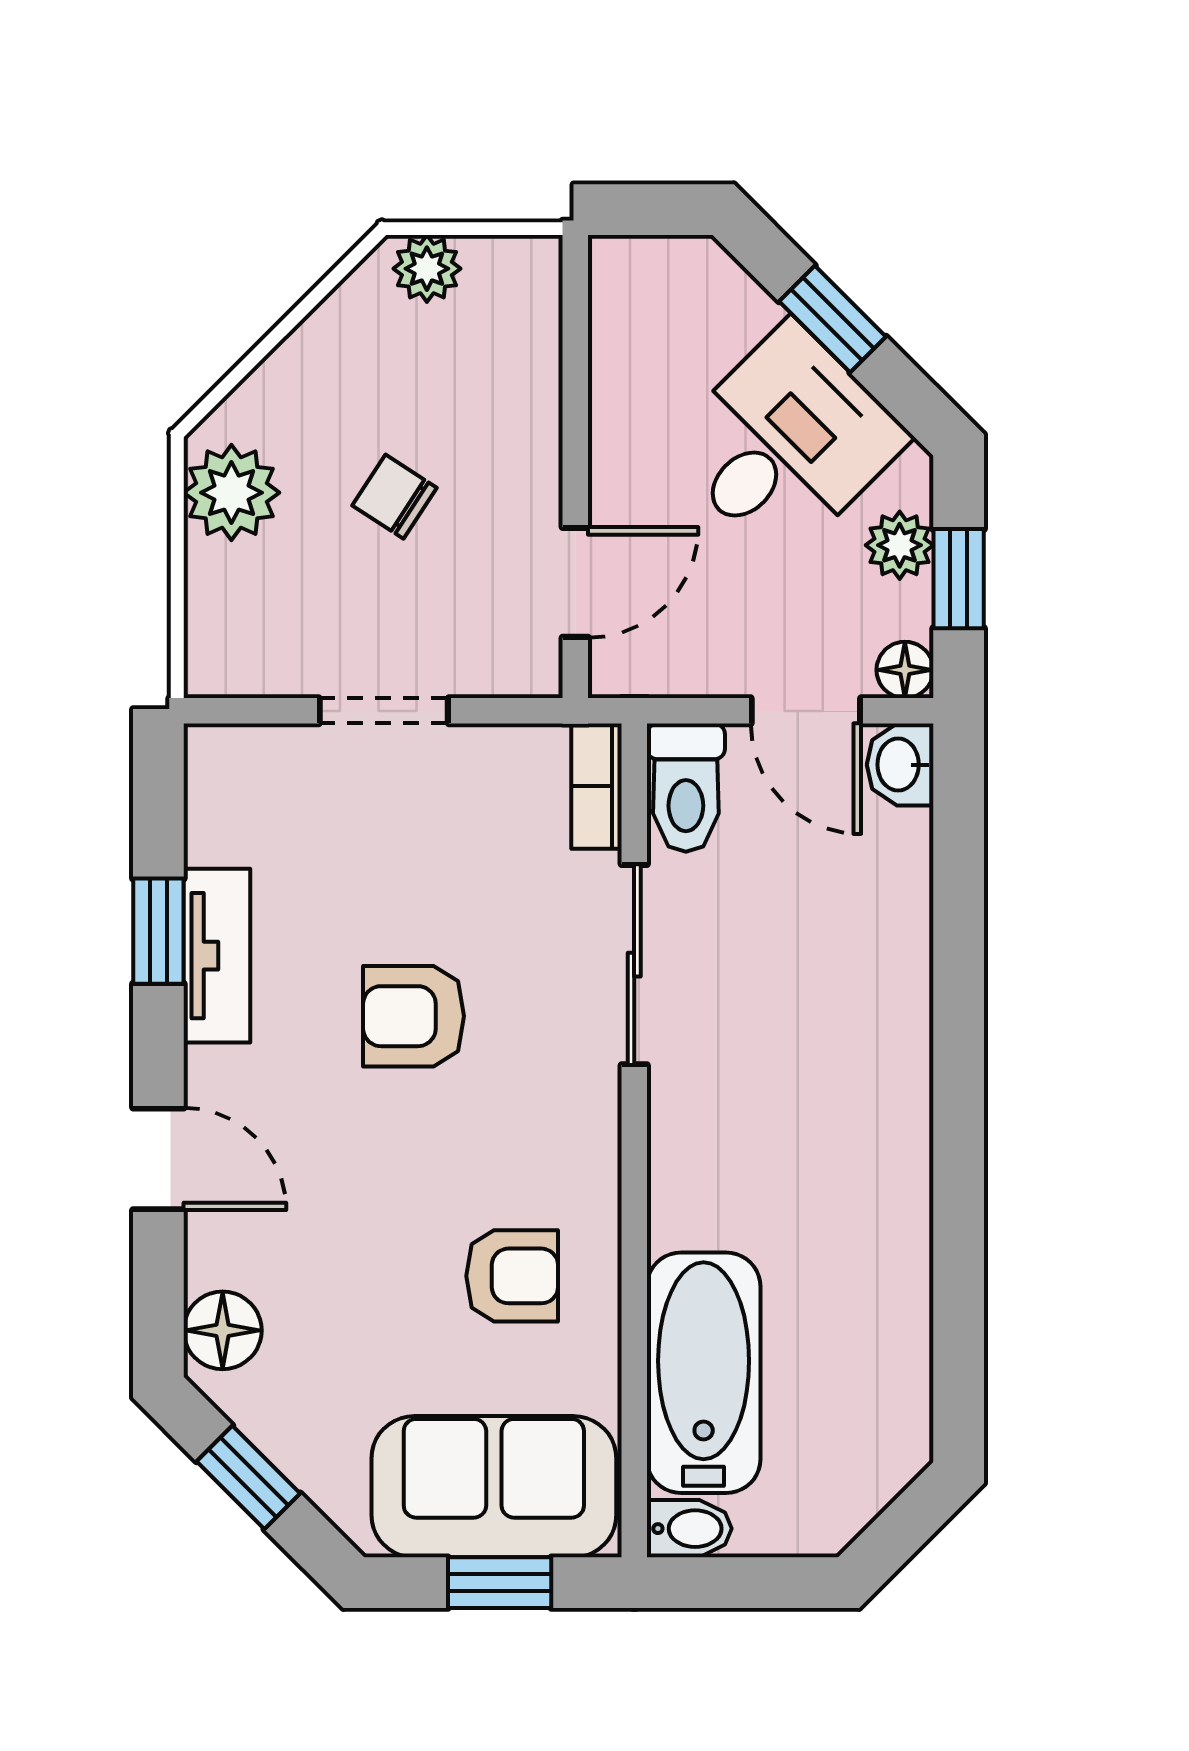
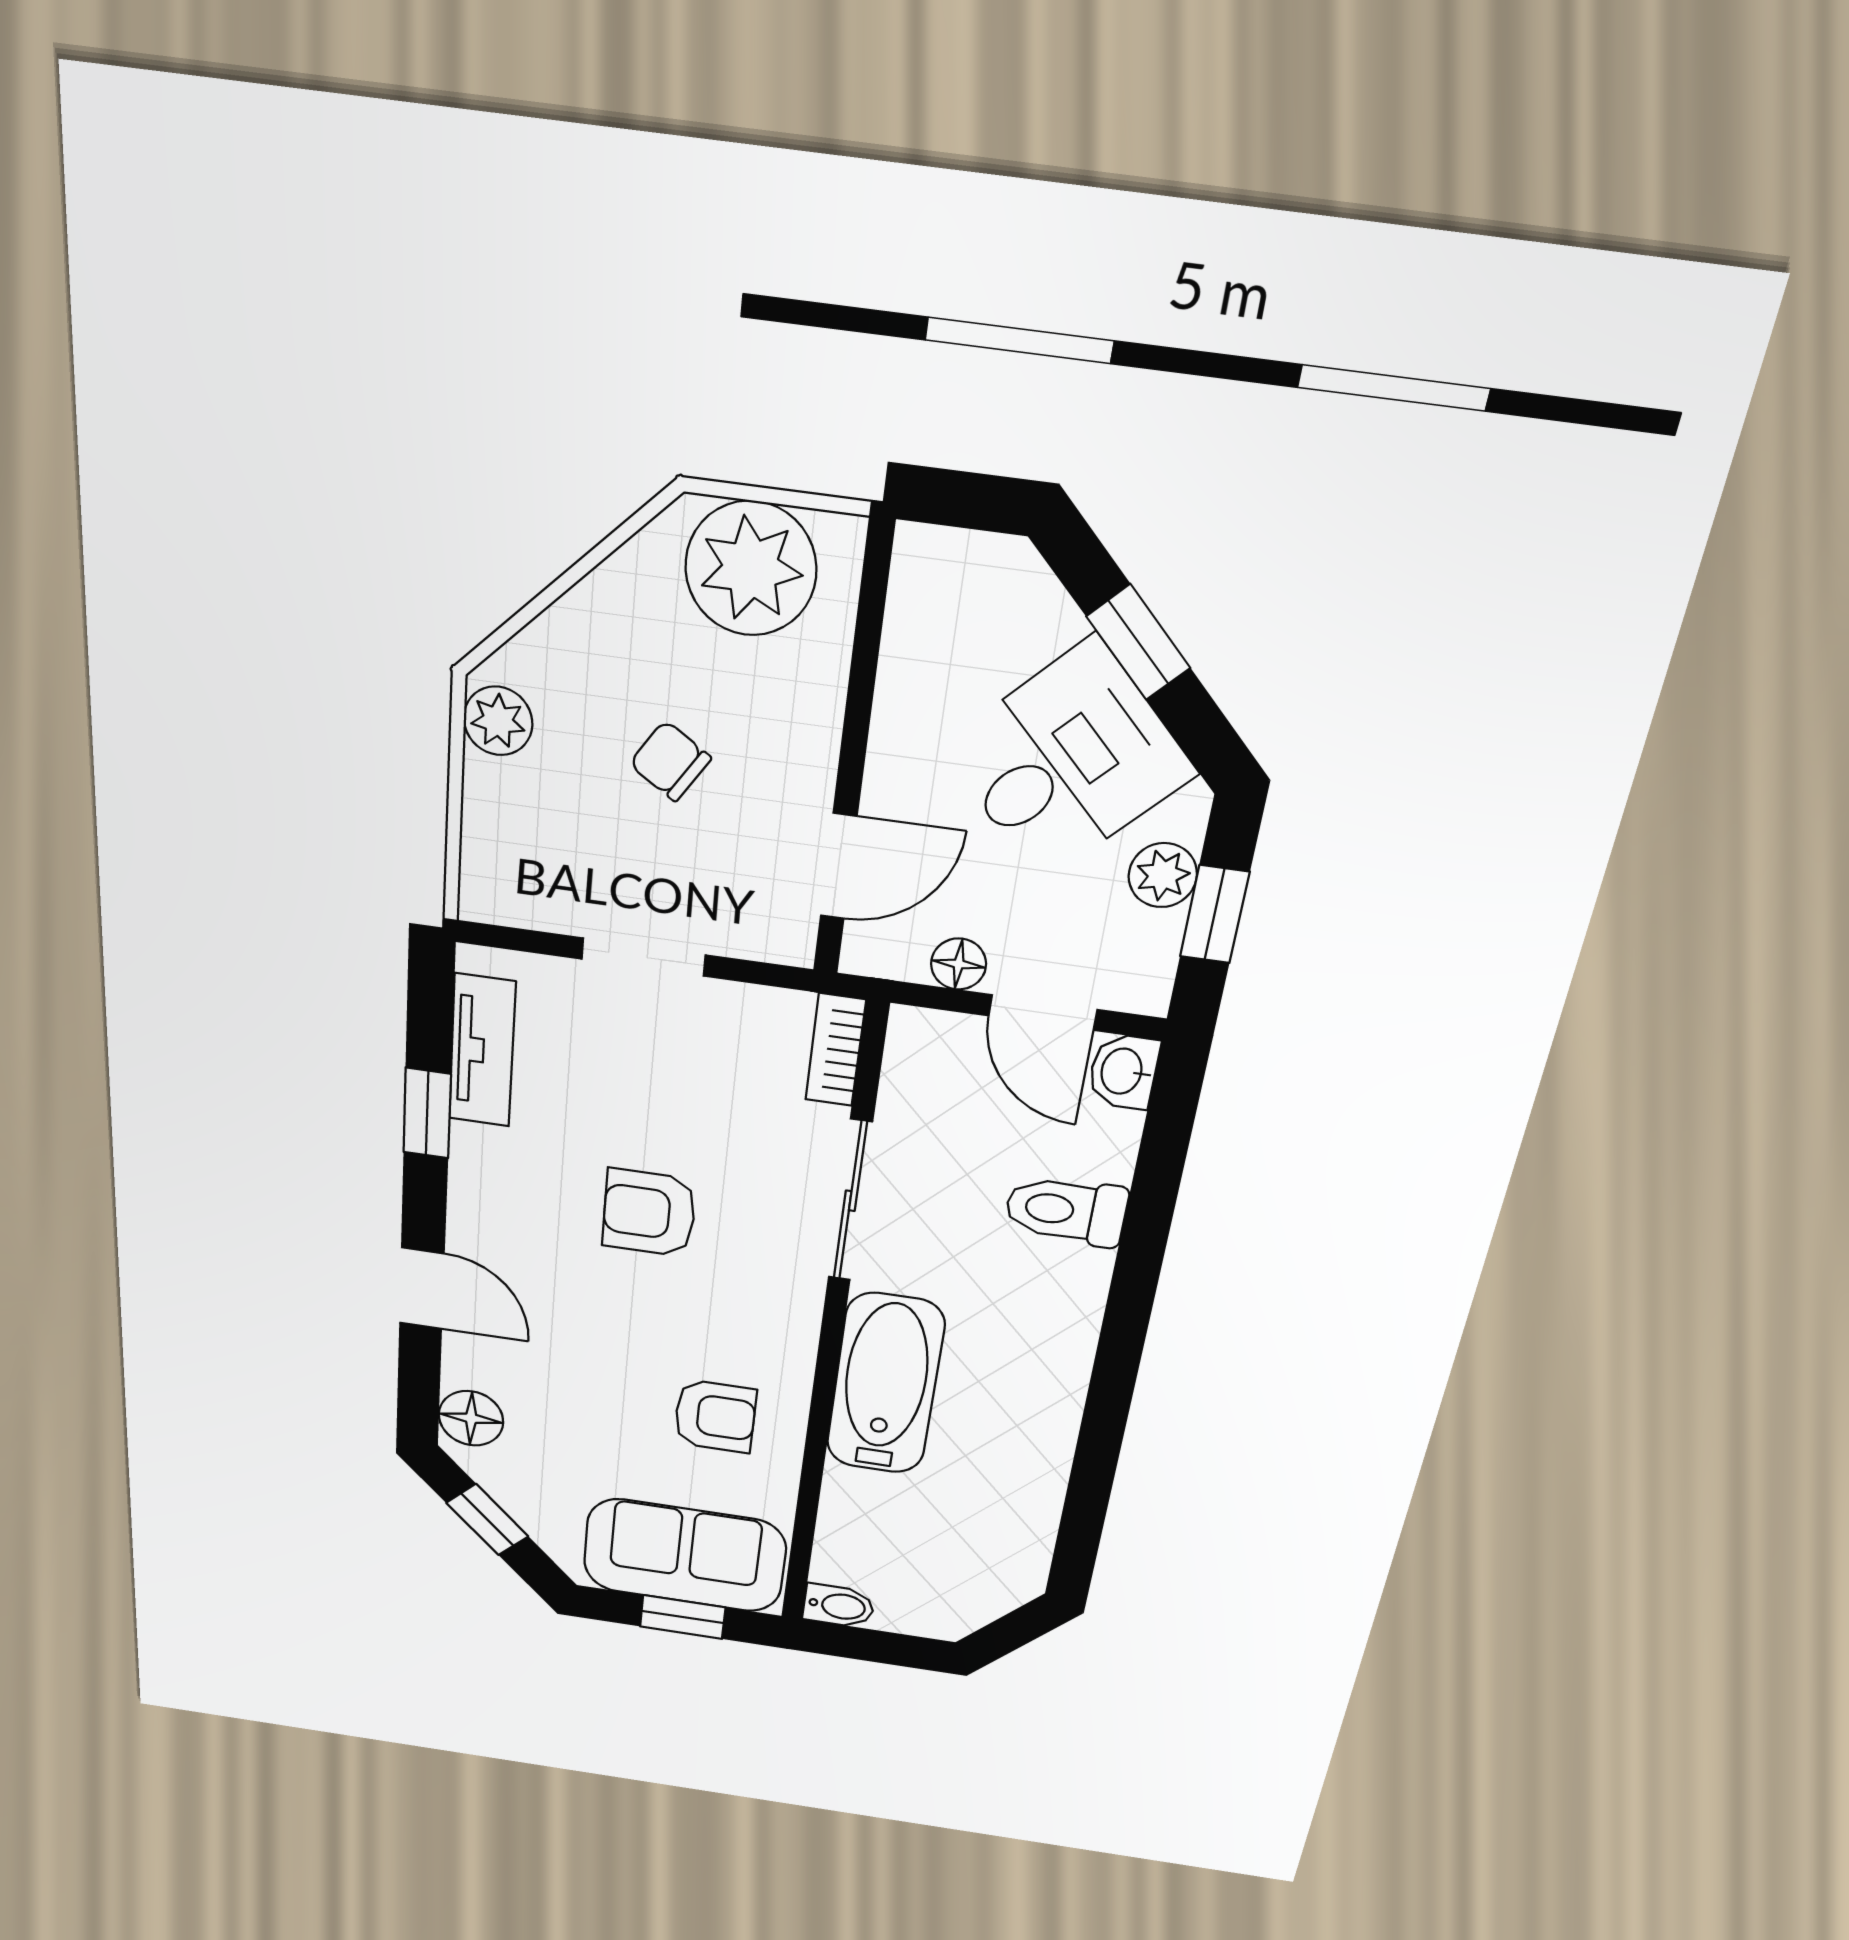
plant: (427, 269) -> (751, 569), width x1.87, depth x1.87
plant: (231, 493) -> (498, 721), width x0.73, depth x0.73
floor lamp: (905, 670) -> (959, 964), moved
toilet: (686, 788) -> (1066, 1211), moved, turned 90
tv unit: (217, 956) -> (482, 1051), moved
bathtub: (704, 1373) -> (885, 1384), moved

